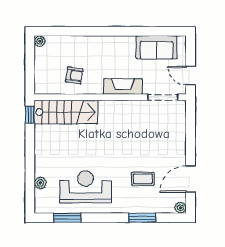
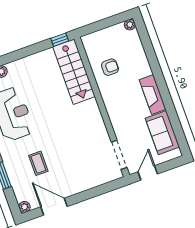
armchair: (74, 75) -> (110, 67), turned -99
fireplace: (123, 86) -> (153, 94), moved, turned 180

